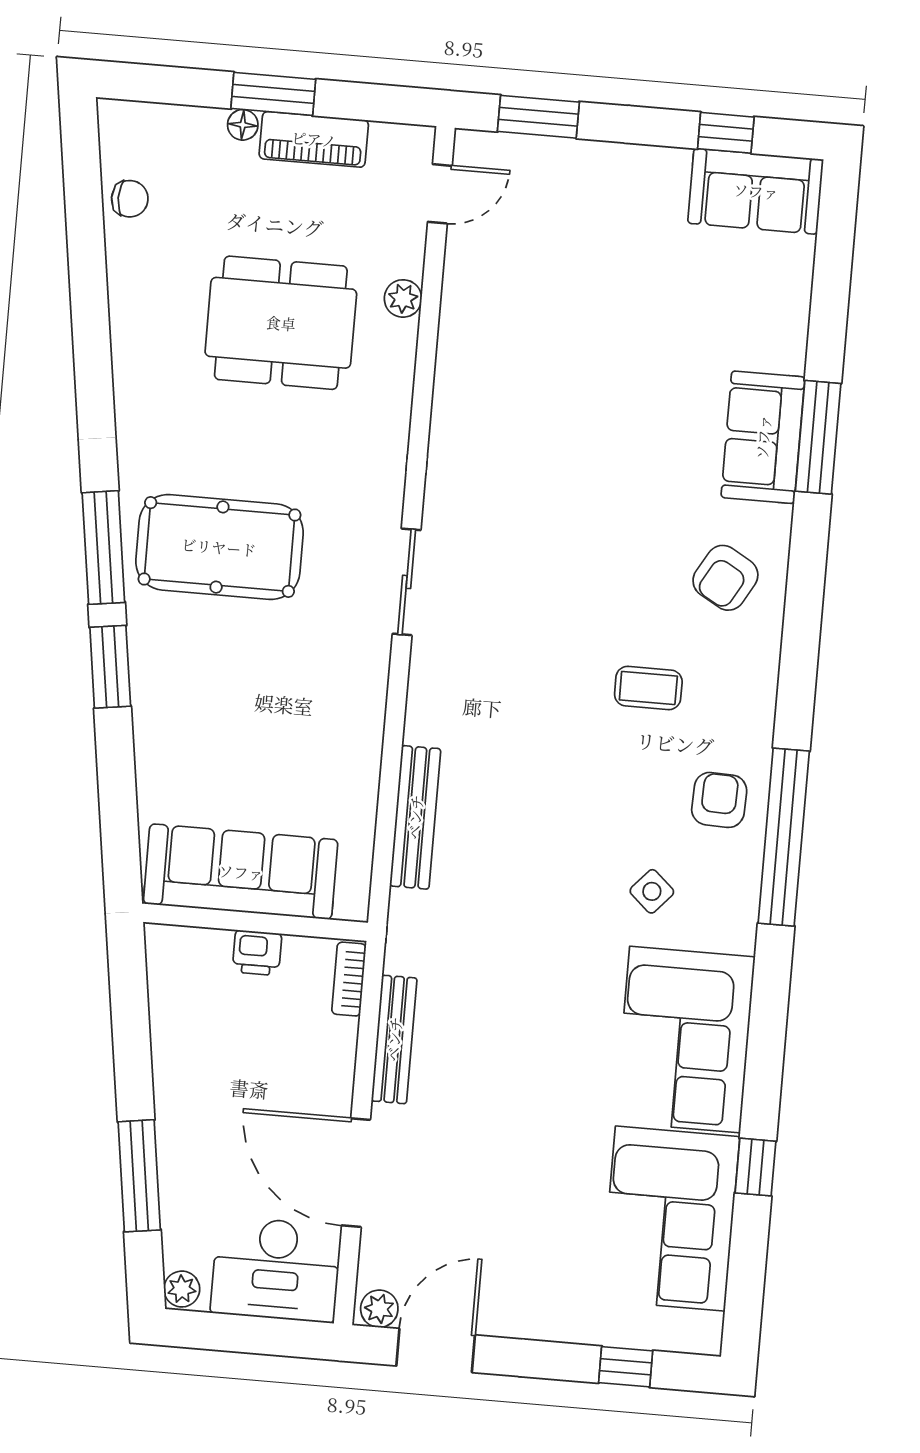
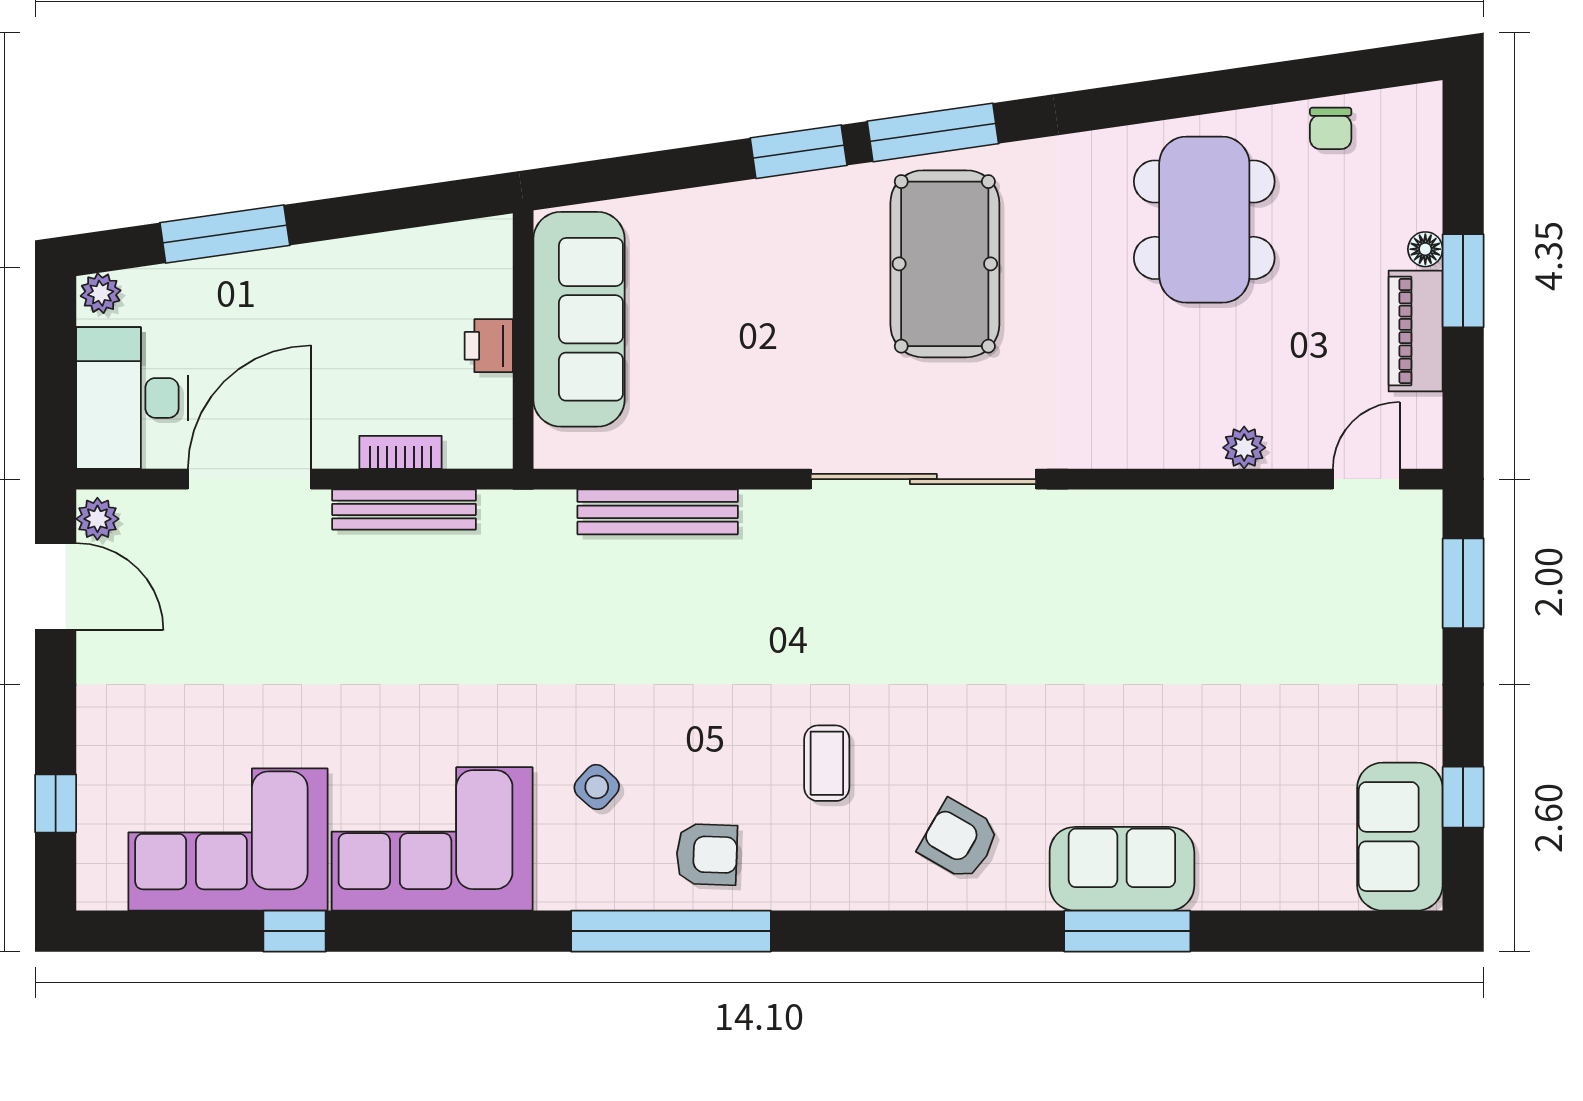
door: (440, 194) -> (1366, 479), swing flipped
dining table: (281, 323) -> (1204, 220), moved
sliding door: (407, 582) -> (923, 479), width x1.86
bookcase: (349, 979) -> (400, 452), moved

